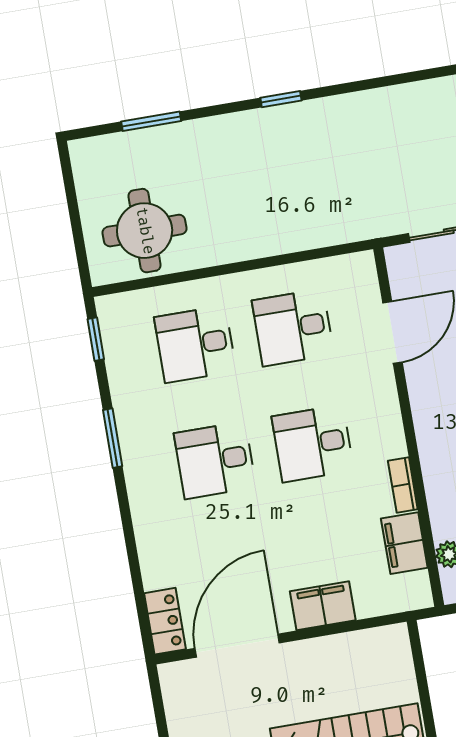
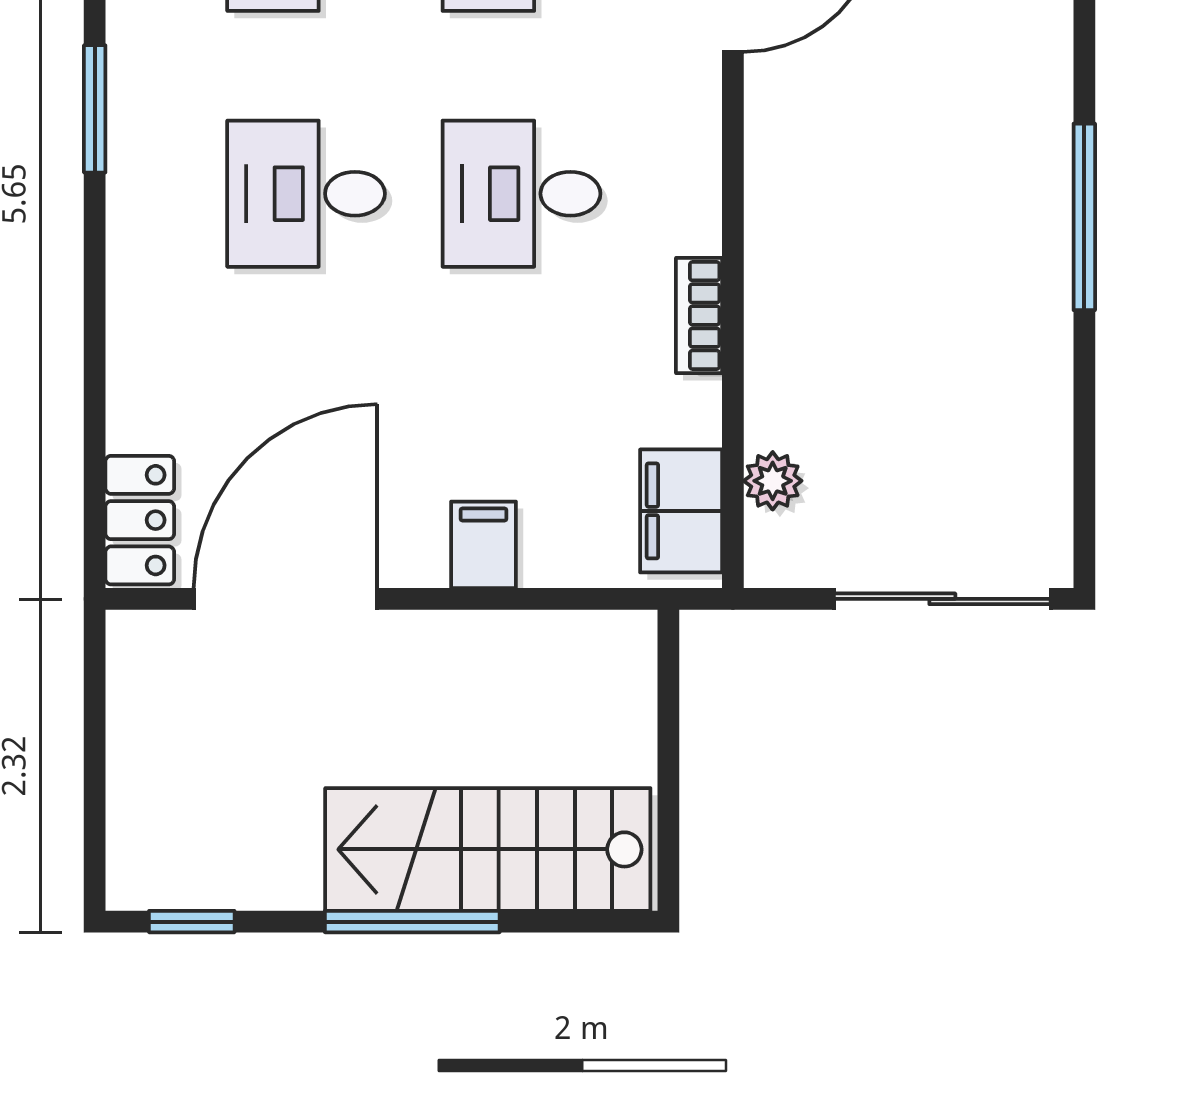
filing cabinet: (404, 543) -> (681, 511), moved
filing cabinet: (323, 606) -> (484, 545), width x0.50

